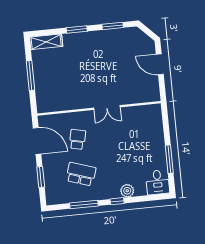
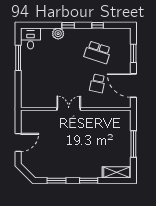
door: (160, 64) -> (18, 142), hinge flipped
window: (84, 205) -> (98, 25), width x0.46

